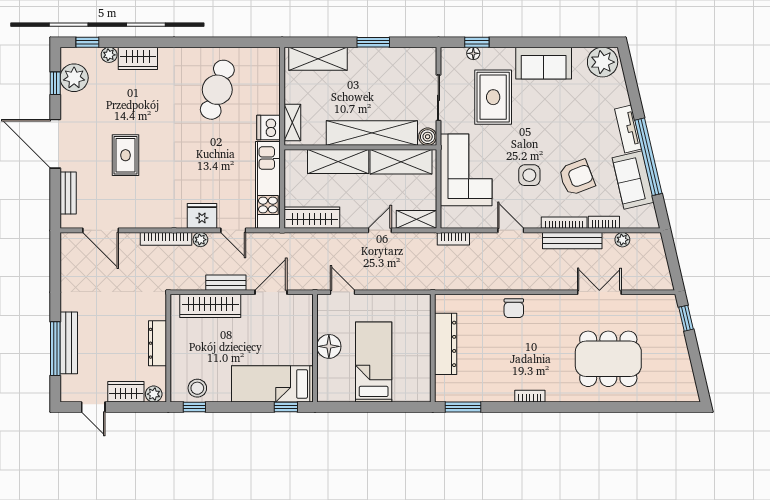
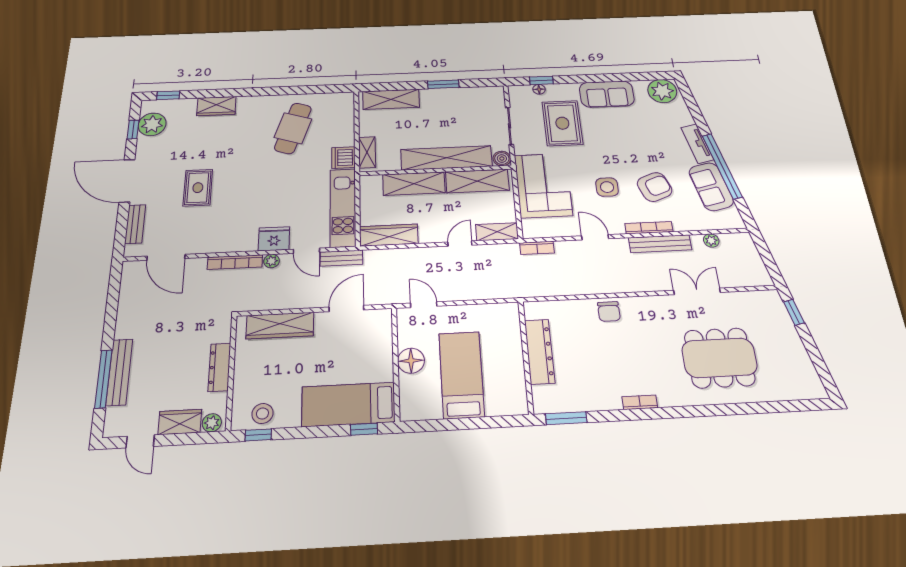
plant: (109, 55) -> (188, 104), removed
bookcase: (604, 222) -> (689, 225), removed
bench: (226, 283) -> (341, 258), moved

